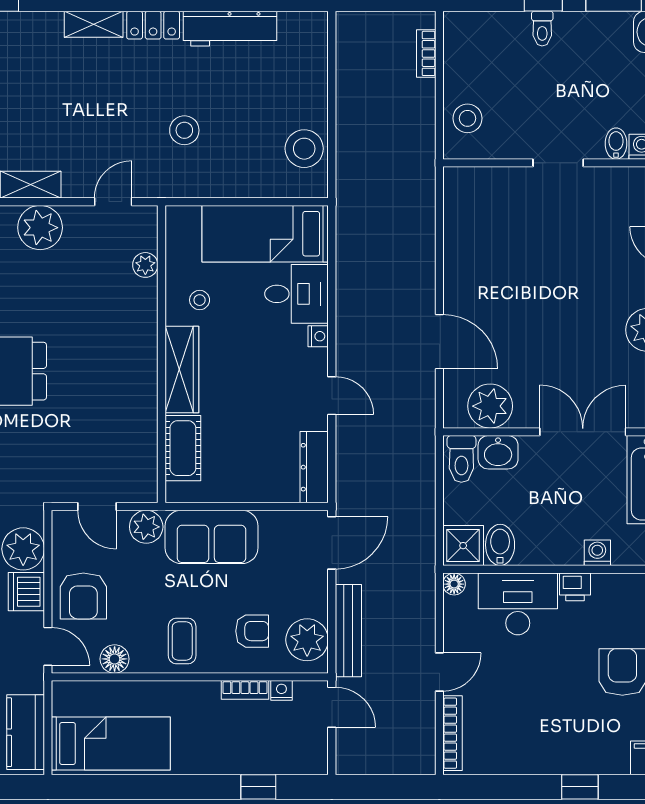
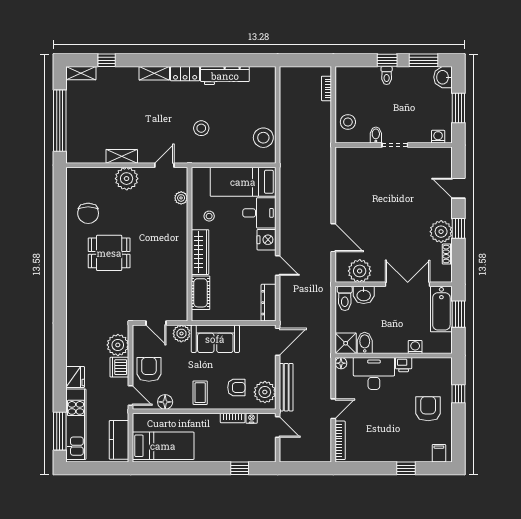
bidet: (616, 144) -> (376, 135), moved
nightstand: (318, 336) -> (266, 240), width x1.89, depth x1.79
armchair: (83, 596) -> (149, 369), turned 180

